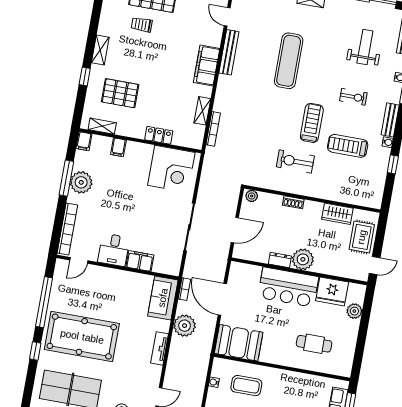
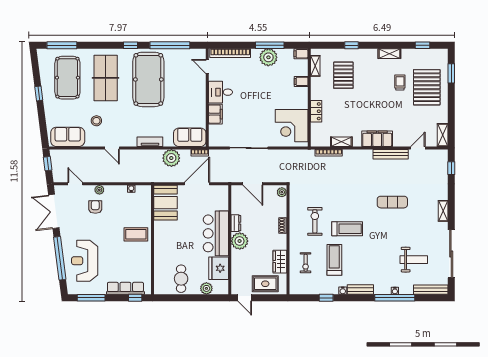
shelving: (100, 50) -> (389, 54), moved
exercise mat: (289, 61) -> (392, 202), width x0.73, depth x0.69
exercise bike: (353, 97) -> (306, 263), moved
cafe table: (314, 344) -> (181, 279), moved
coffee table: (246, 386) -> (136, 234), moved, turned 90

